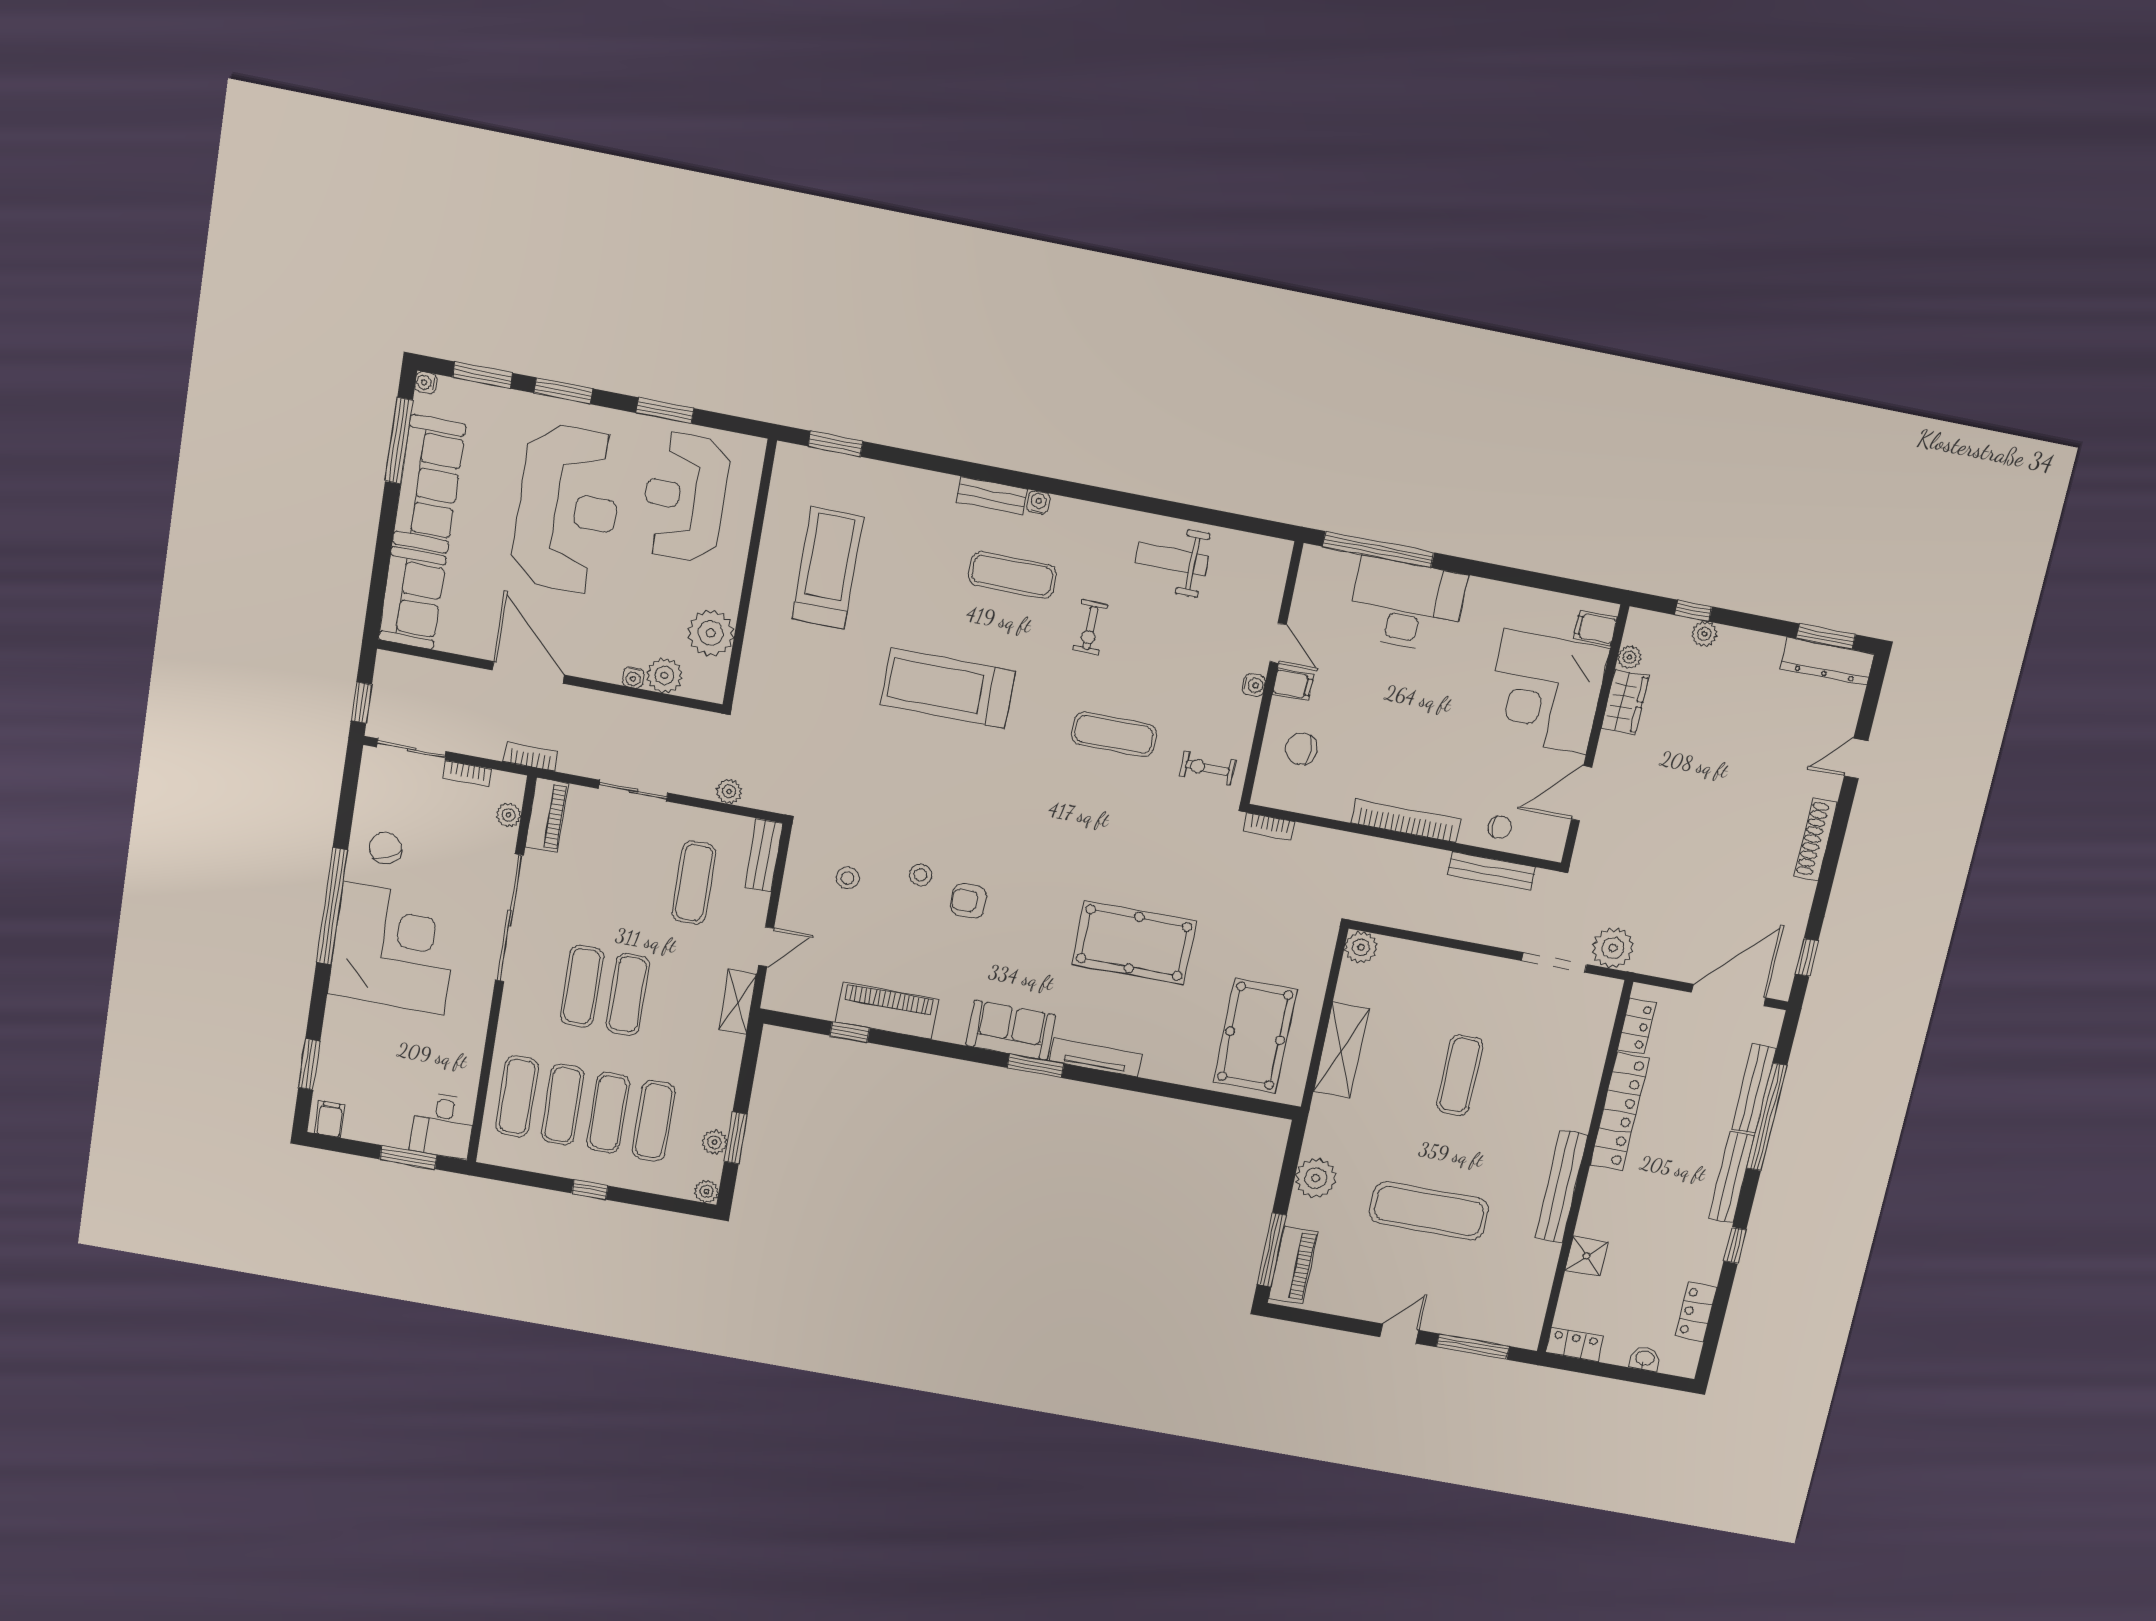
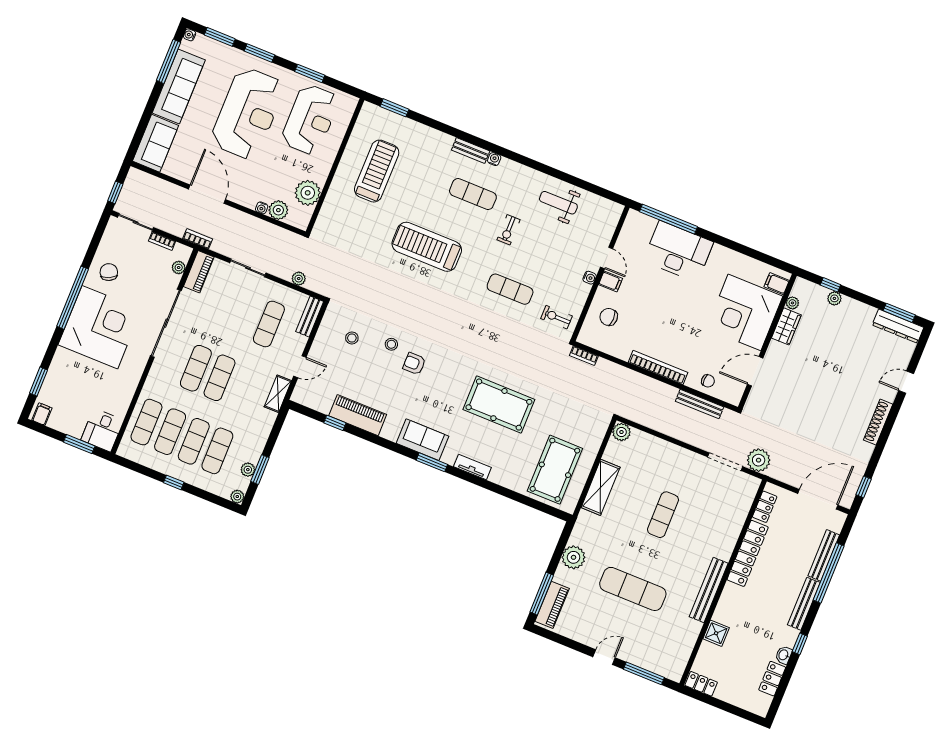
reception desk: (685, 497) -> (310, 120), turned 180
tv unit: (1096, 1057) -> (472, 467), width x0.71
washbasin: (1645, 1359) -> (784, 655), moved, turned -90

